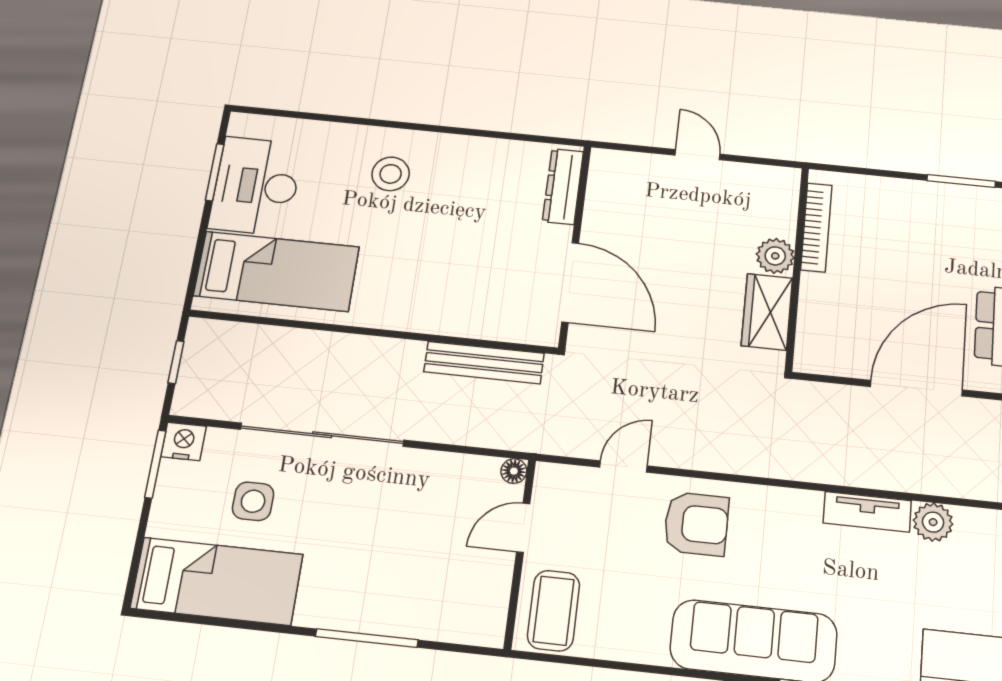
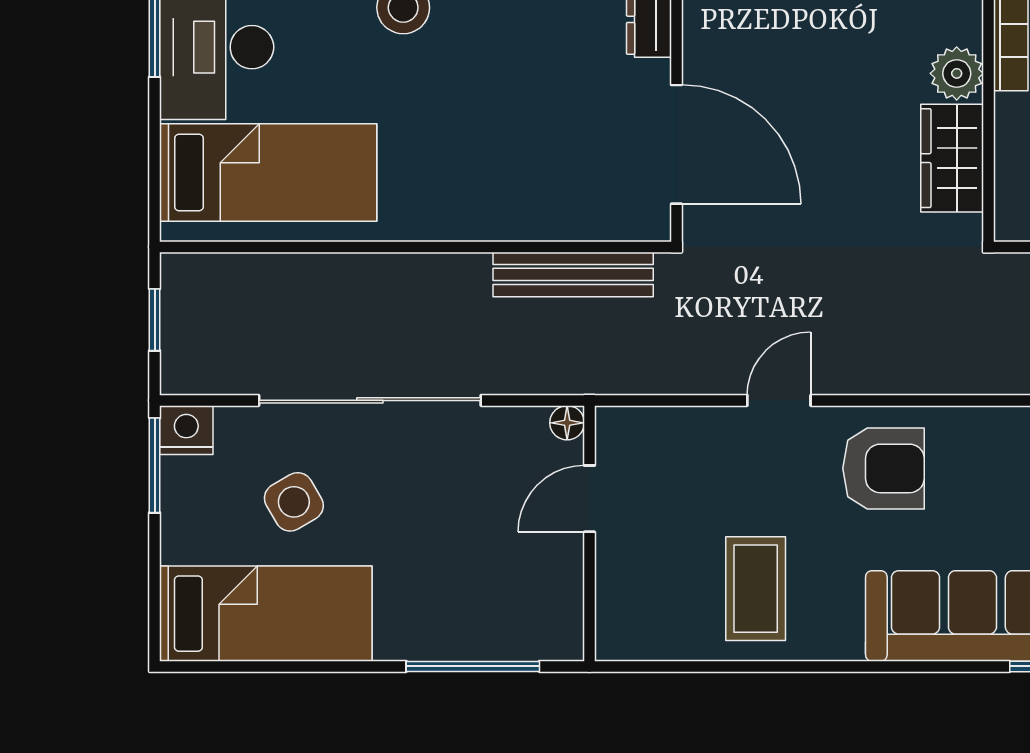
floor lamp: (514, 471) -> (567, 423), moved
side table: (253, 501) -> (294, 502), turned -30
door: (523, 528) -> (589, 499), moved
wall: (520, 553) -> (589, 533), moved
coffee table: (554, 611) -> (756, 589), moved

